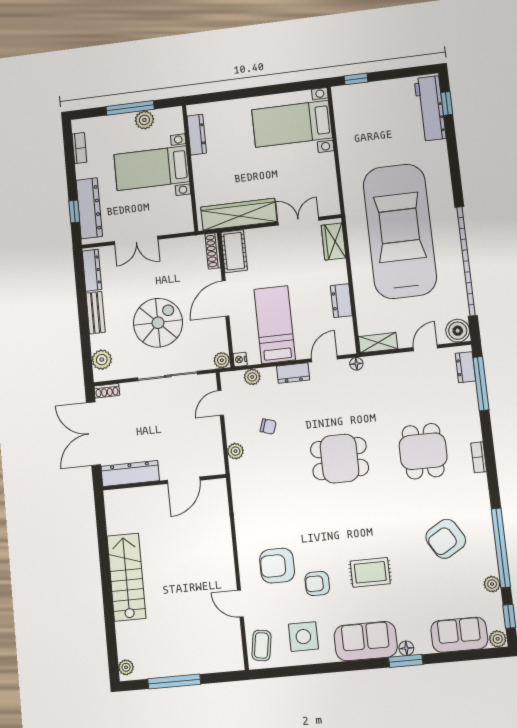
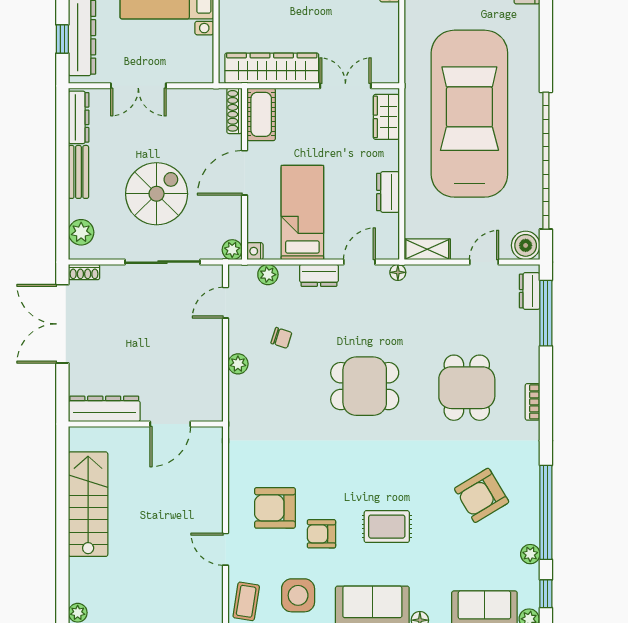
dresser: (130, 473) -> (104, 409), moved
door: (184, 480) -> (170, 424), moved
wall: (164, 482) -> (146, 424), moved

